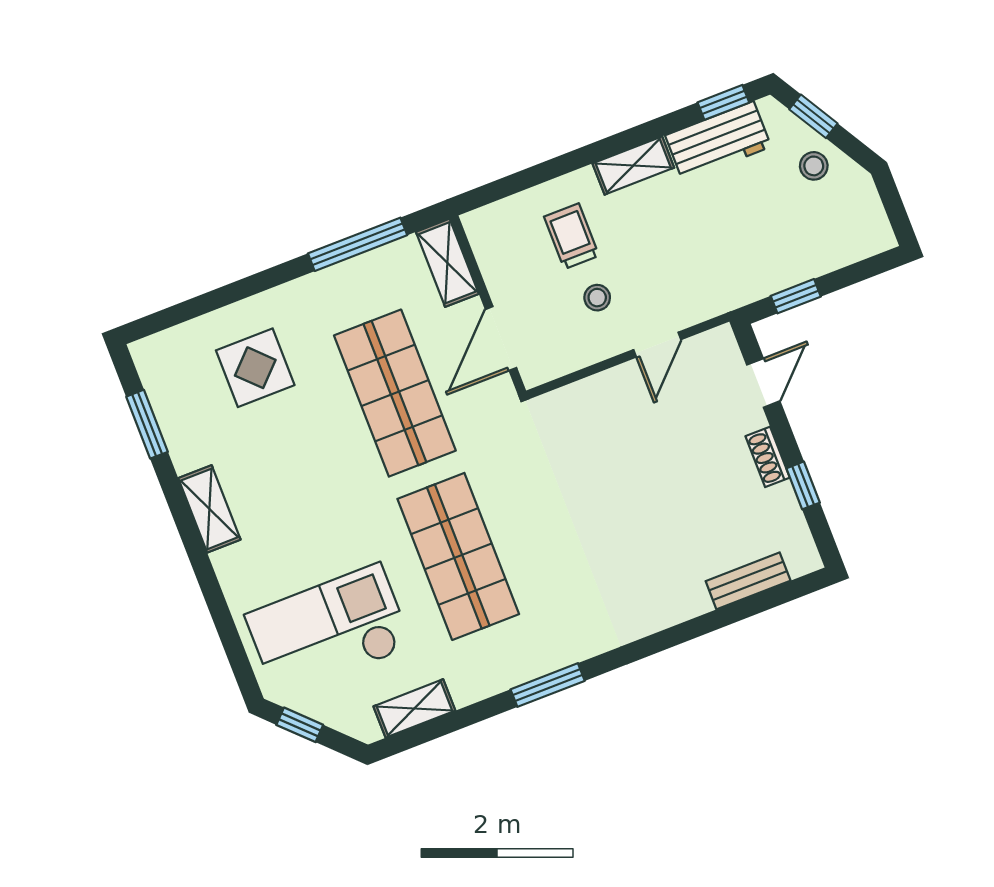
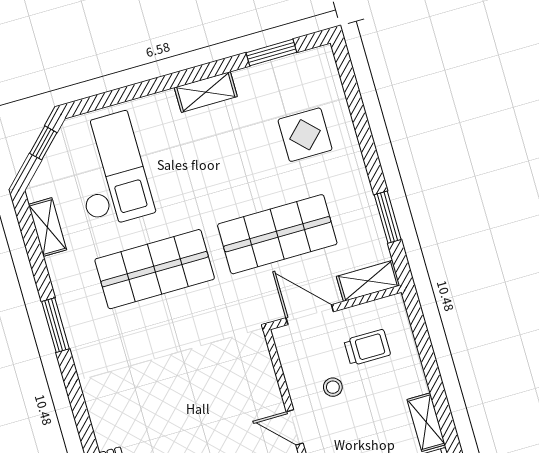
trolley: (572, 236) -> (367, 348), moved
window: (358, 244) -> (388, 217), width x0.69

